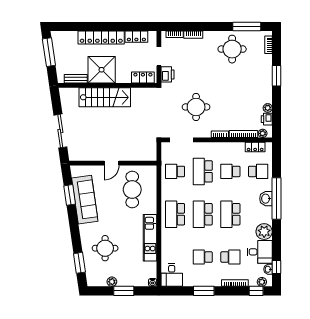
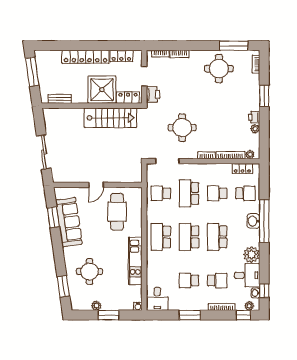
shower: (102, 70) -> (102, 90), moved
stairs: (105, 97) -> (110, 118), moved
printer: (267, 119) -> (254, 117), moved

